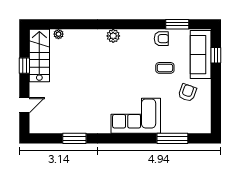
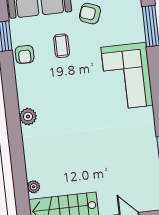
armchair: (161, 39) -> (25, 55), turned 180

